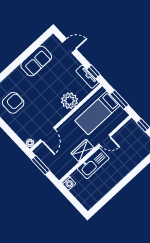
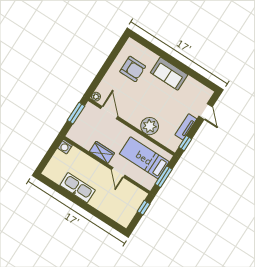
sofa: (36, 61) -> (169, 74), moved
tv unit: (87, 77) -> (186, 127), moved
door: (48, 135) -> (109, 113), swing flipped
kitchen sink: (93, 163) -> (78, 188), moved, turned 180

